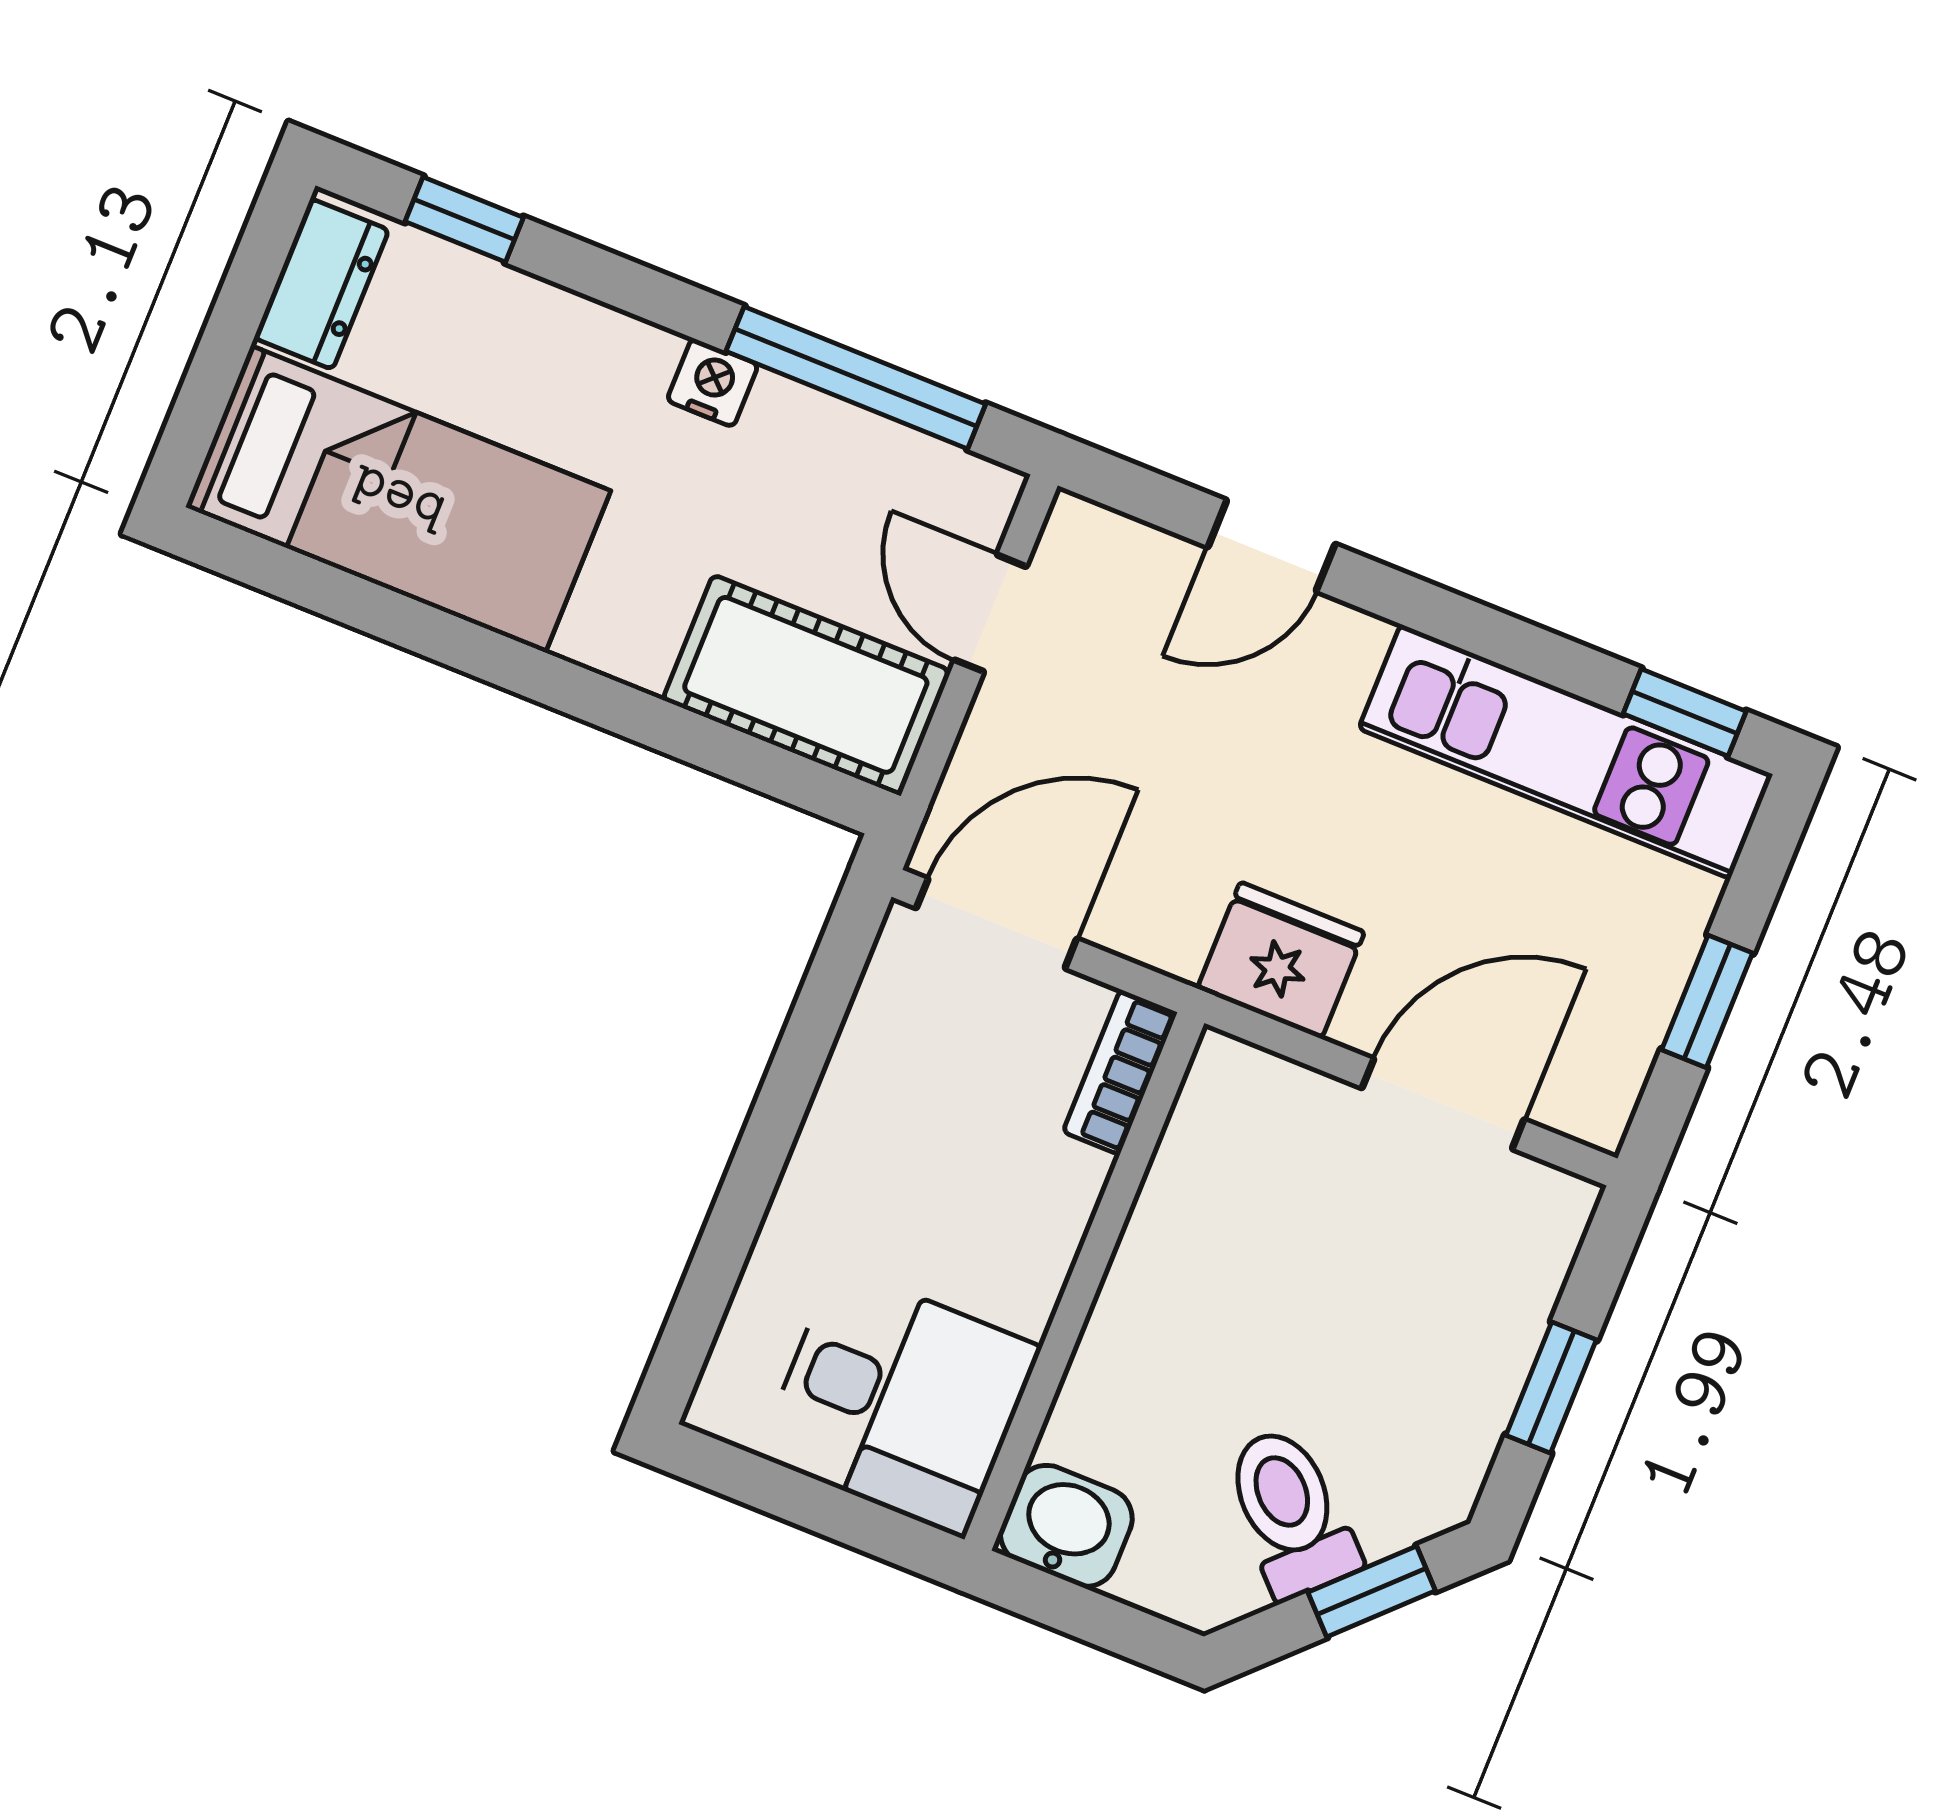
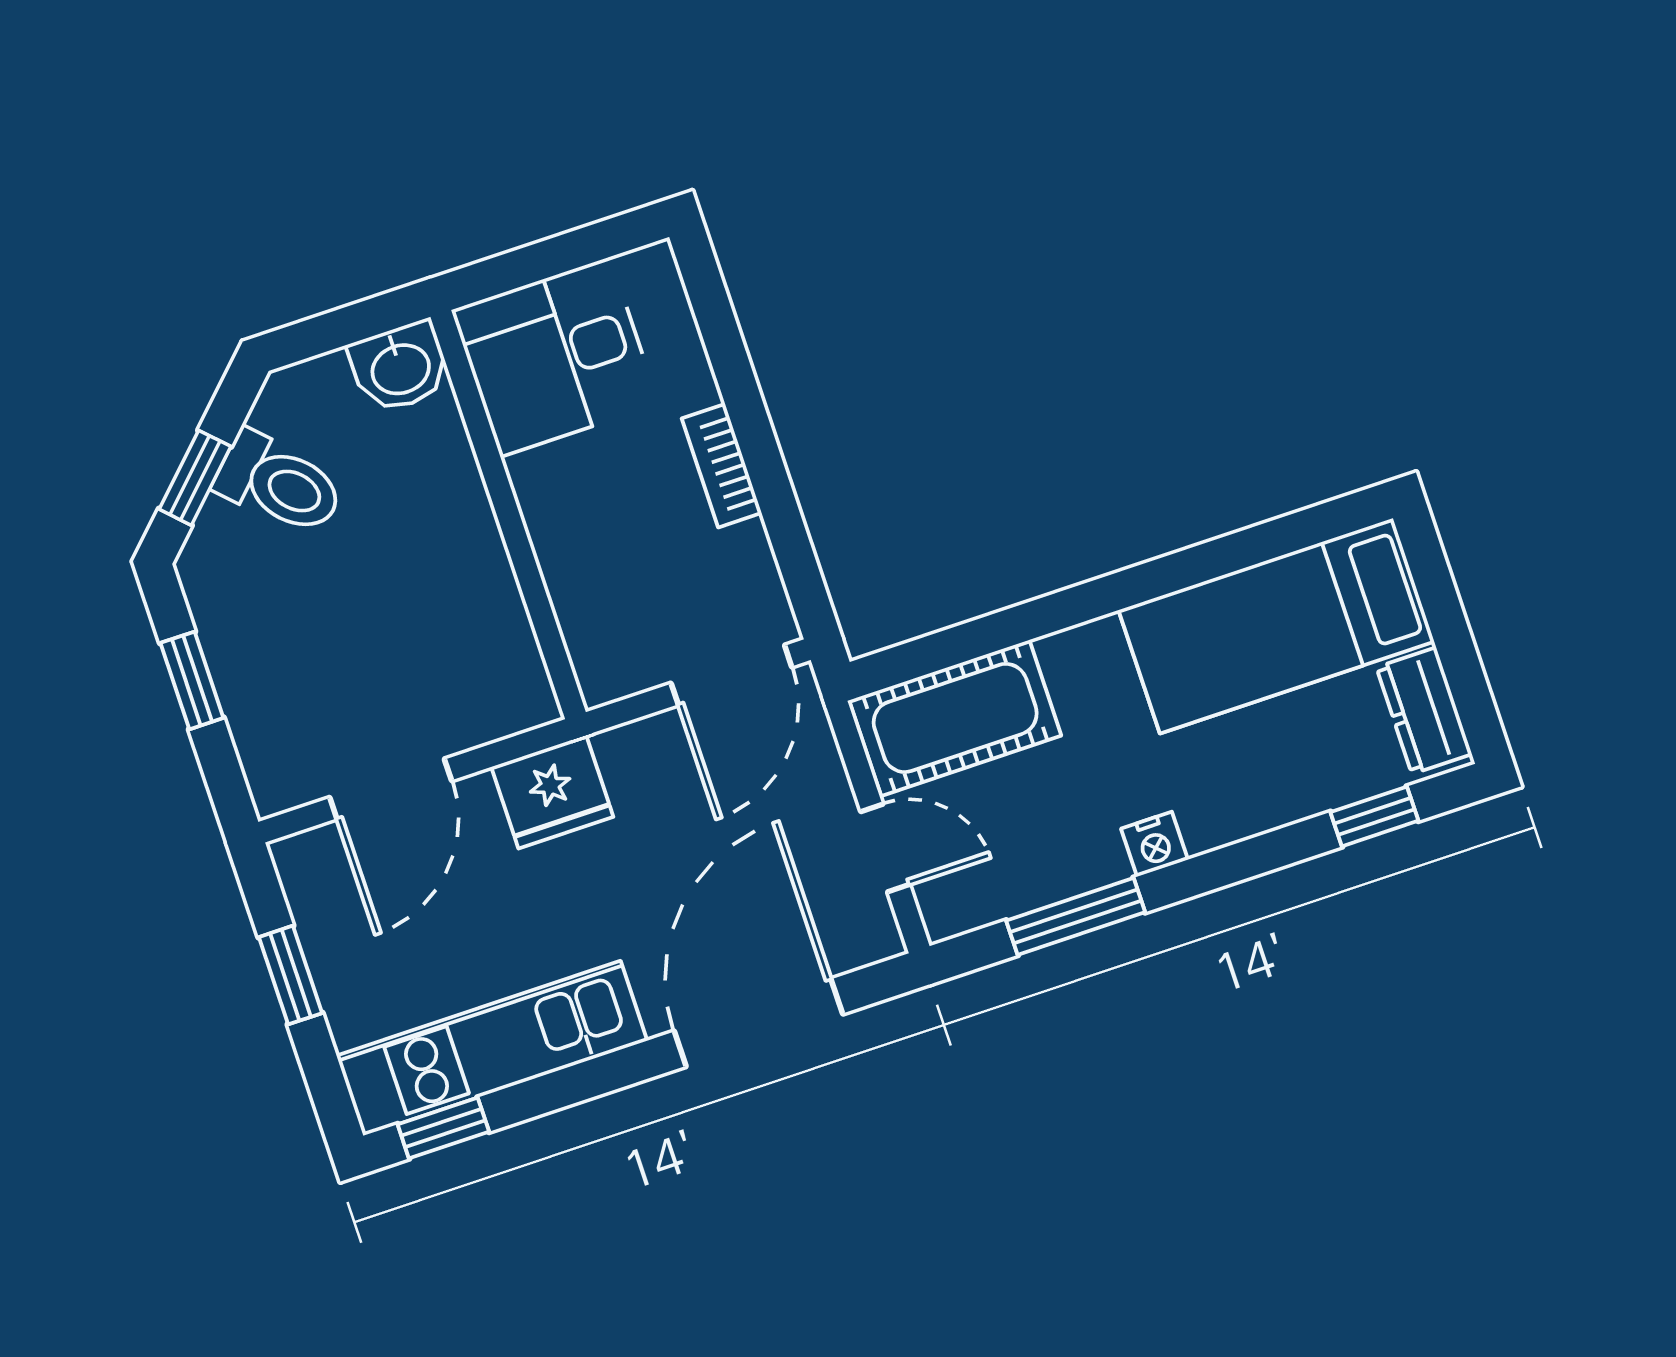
window: (856, 378) -> (1076, 916), width x0.69
door: (1271, 546) -> (758, 1023), width x1.88
bookcase: (1120, 1072) -> (722, 466), moved, turned 180

